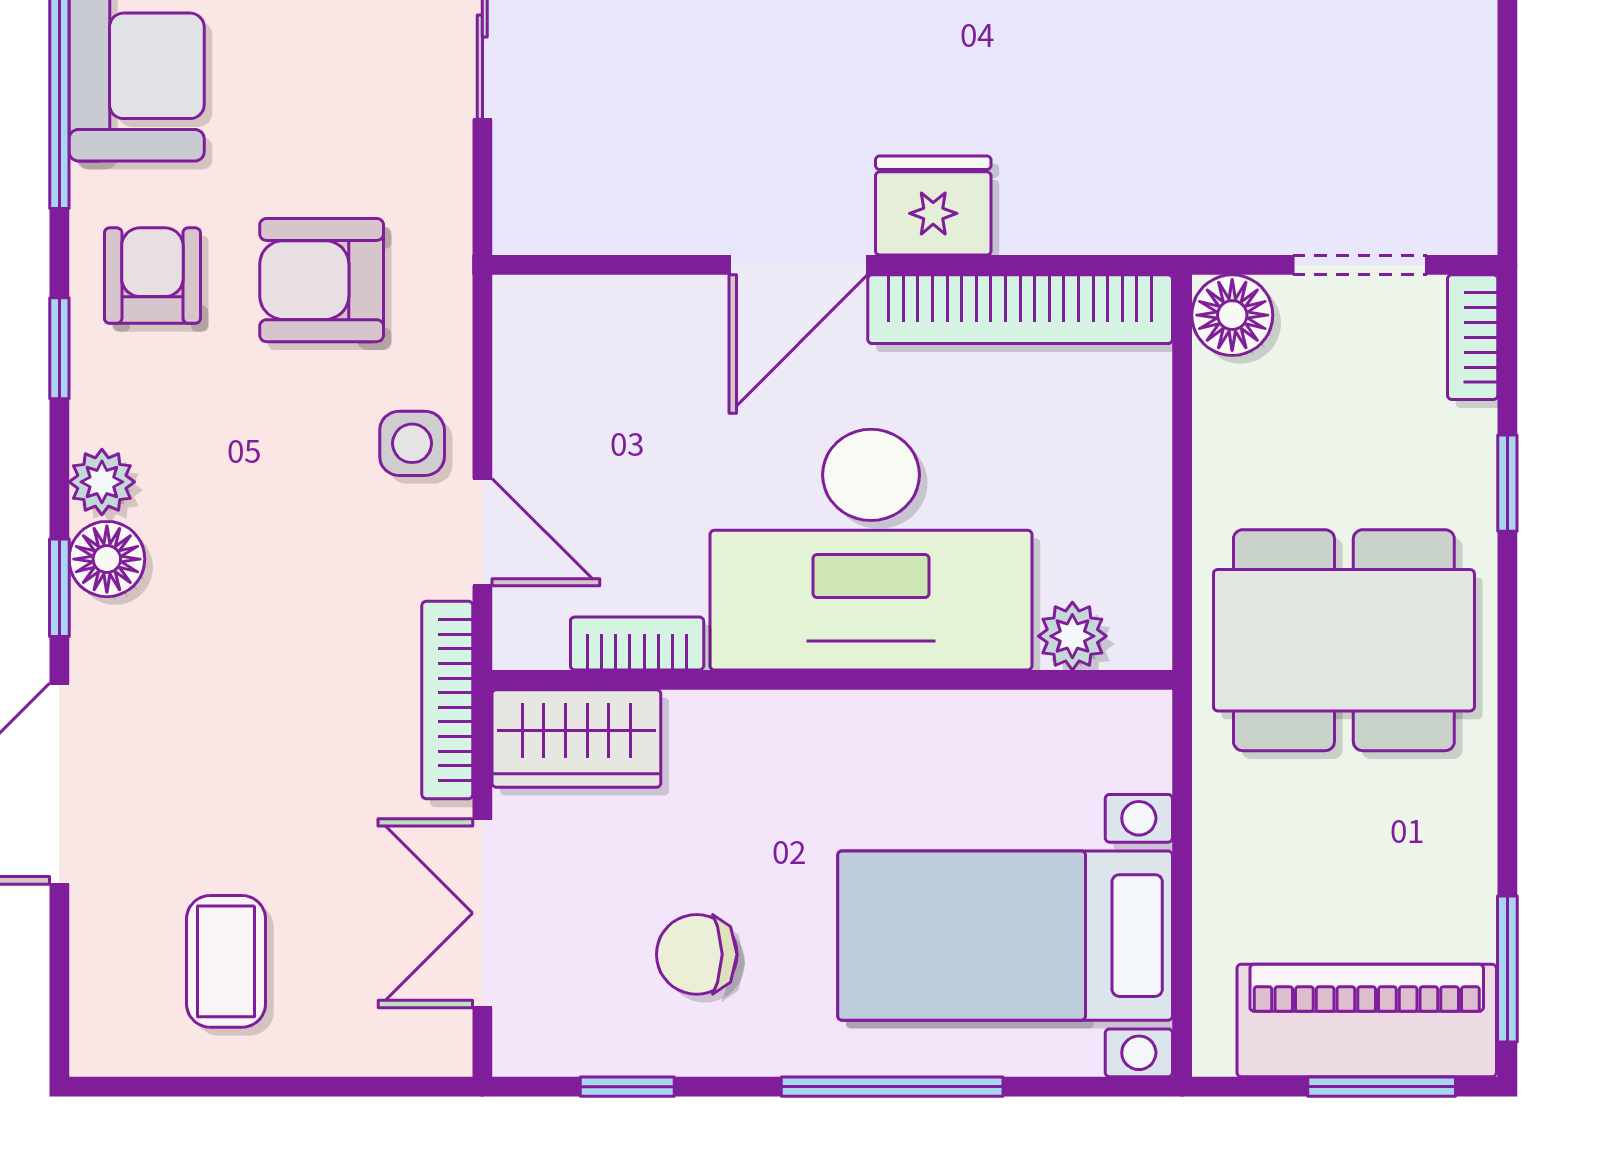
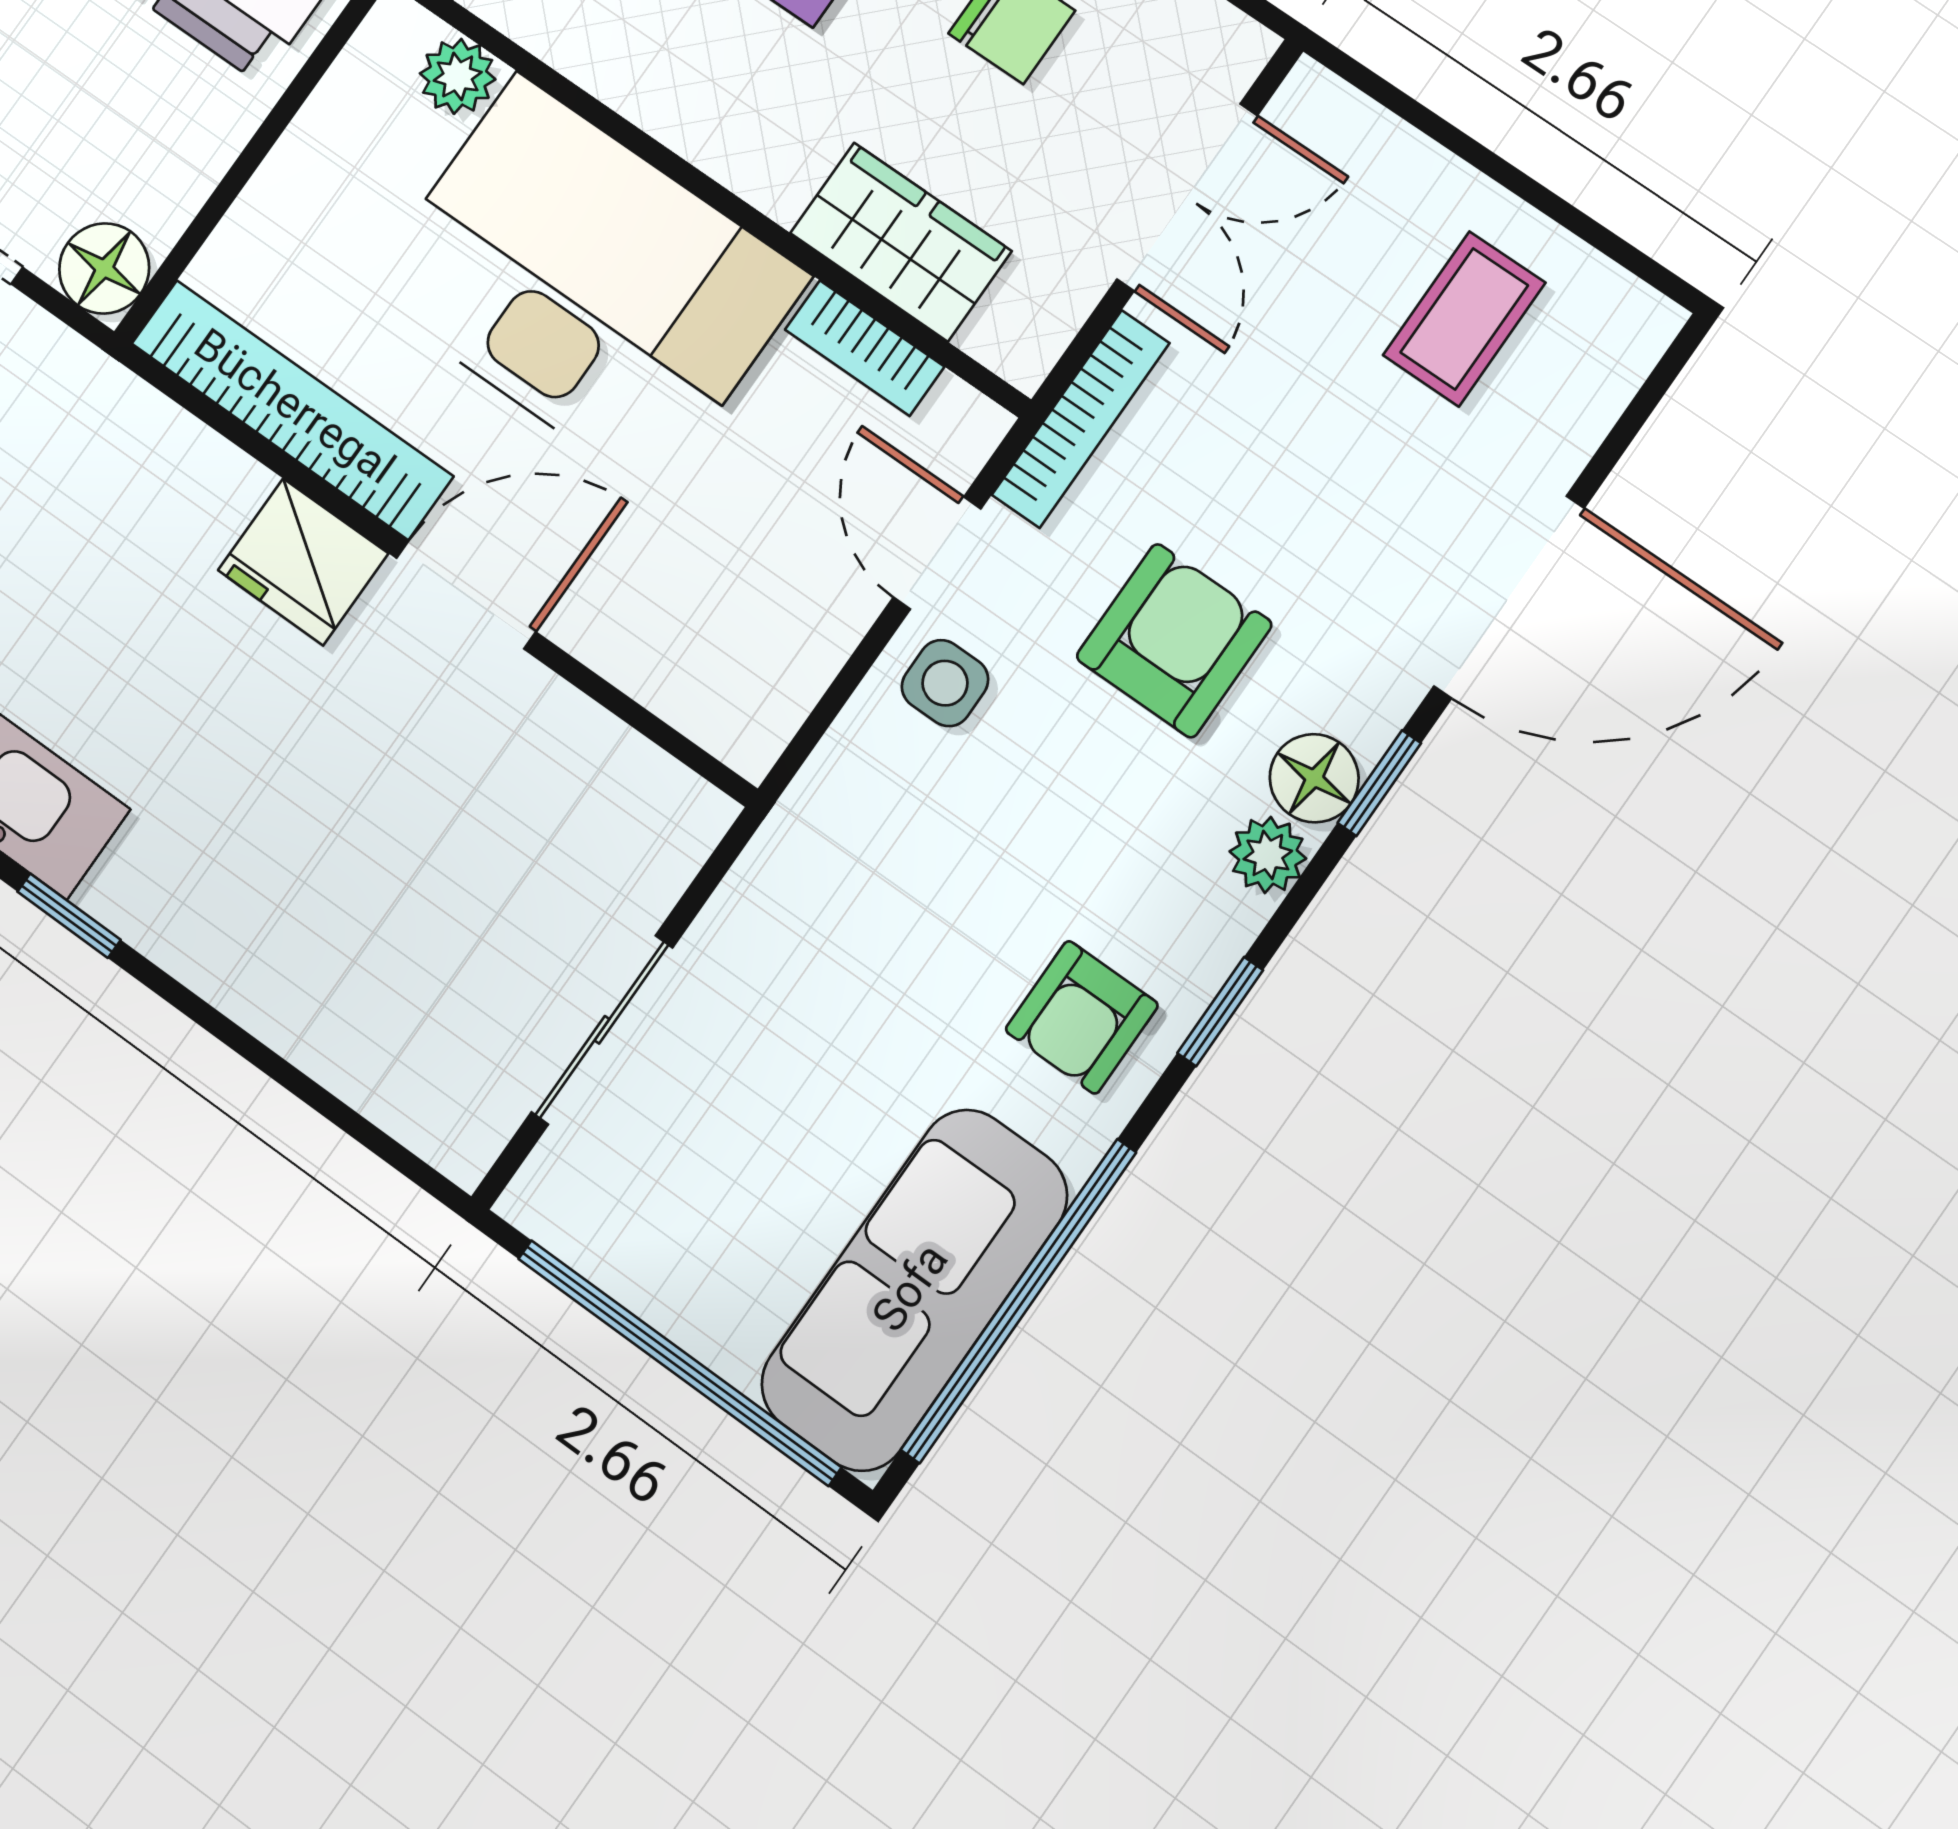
armchair: (322, 280) -> (1174, 641), moved, turned -90
wardrobe: (576, 738) -> (901, 242), moved

